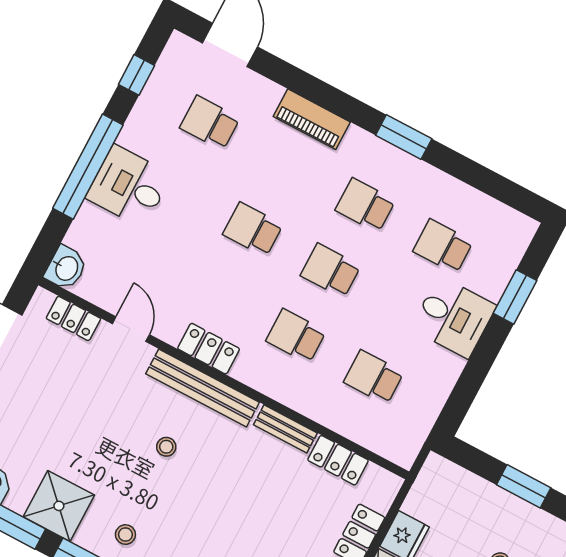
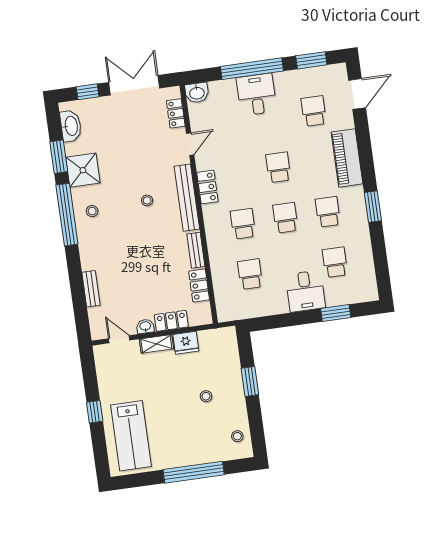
window: (136, 75) -> (311, 60), width x1.50
piano: (312, 119) -> (347, 158), width x1.37, depth x1.33

